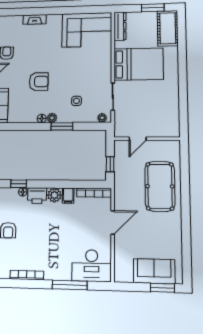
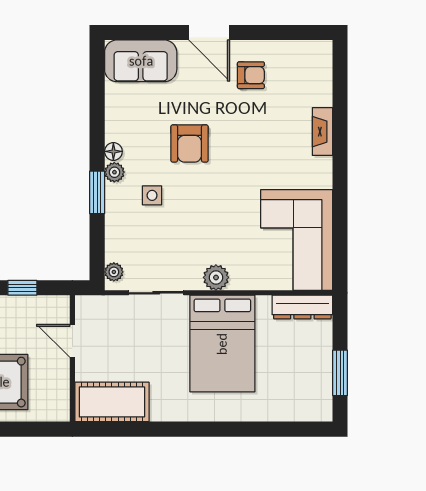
cot: (168, 28) -> (112, 402), moved
plant: (105, 68) -> (216, 277), added
side table: (76, 101) -> (152, 195), moved

